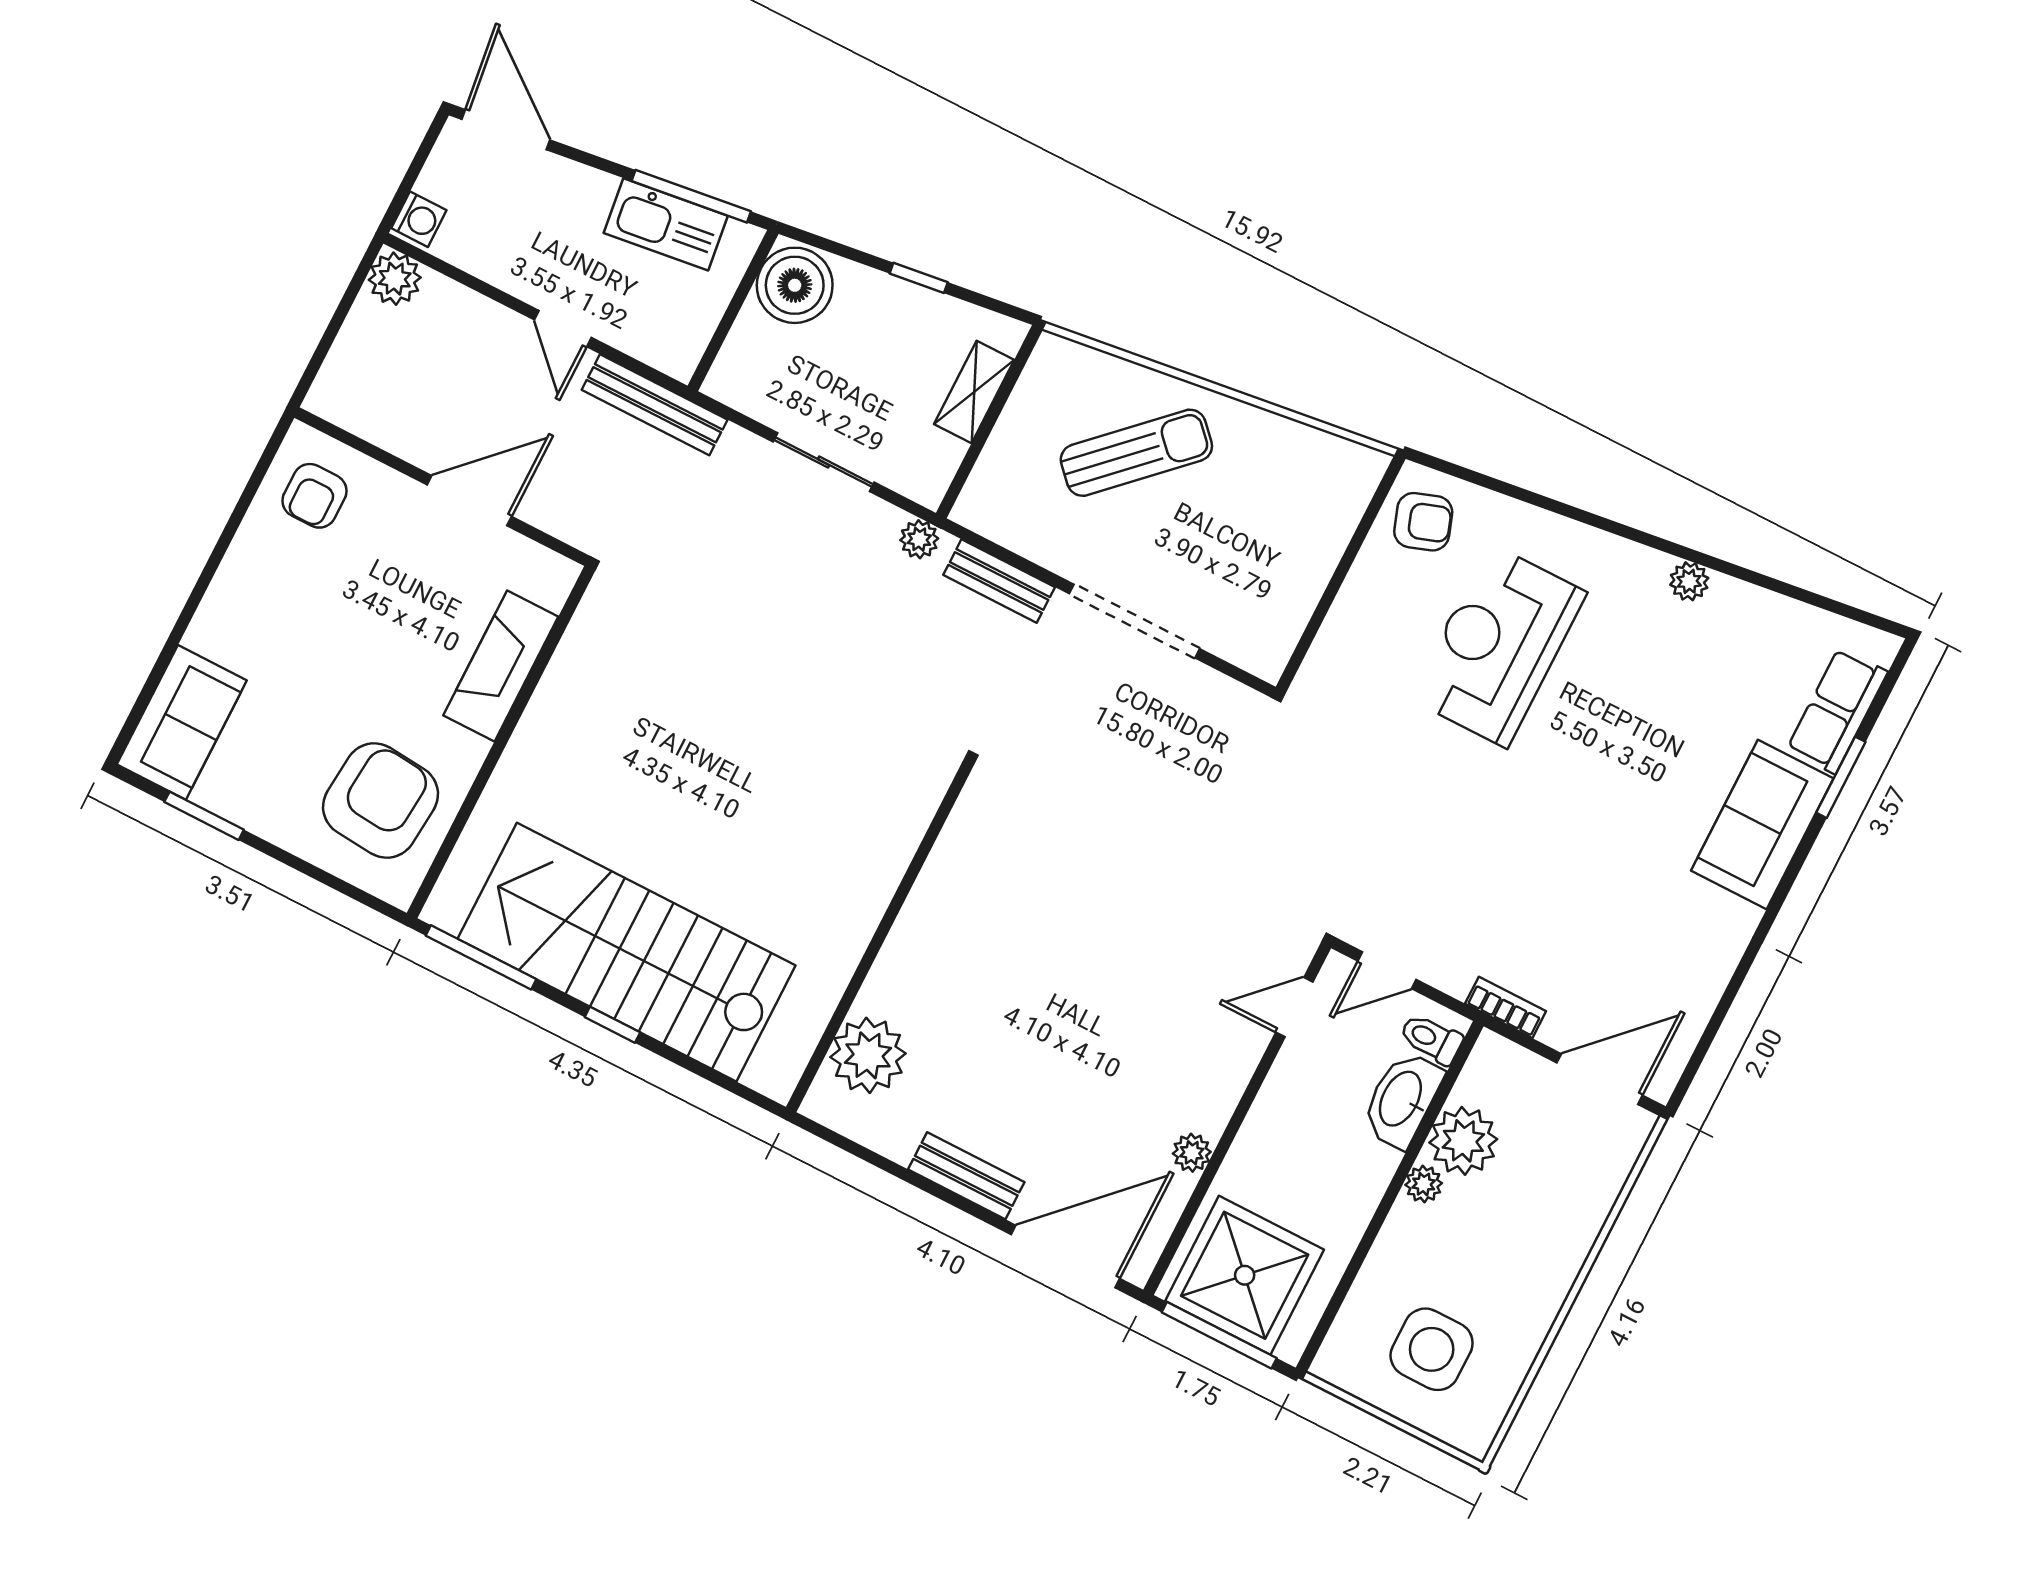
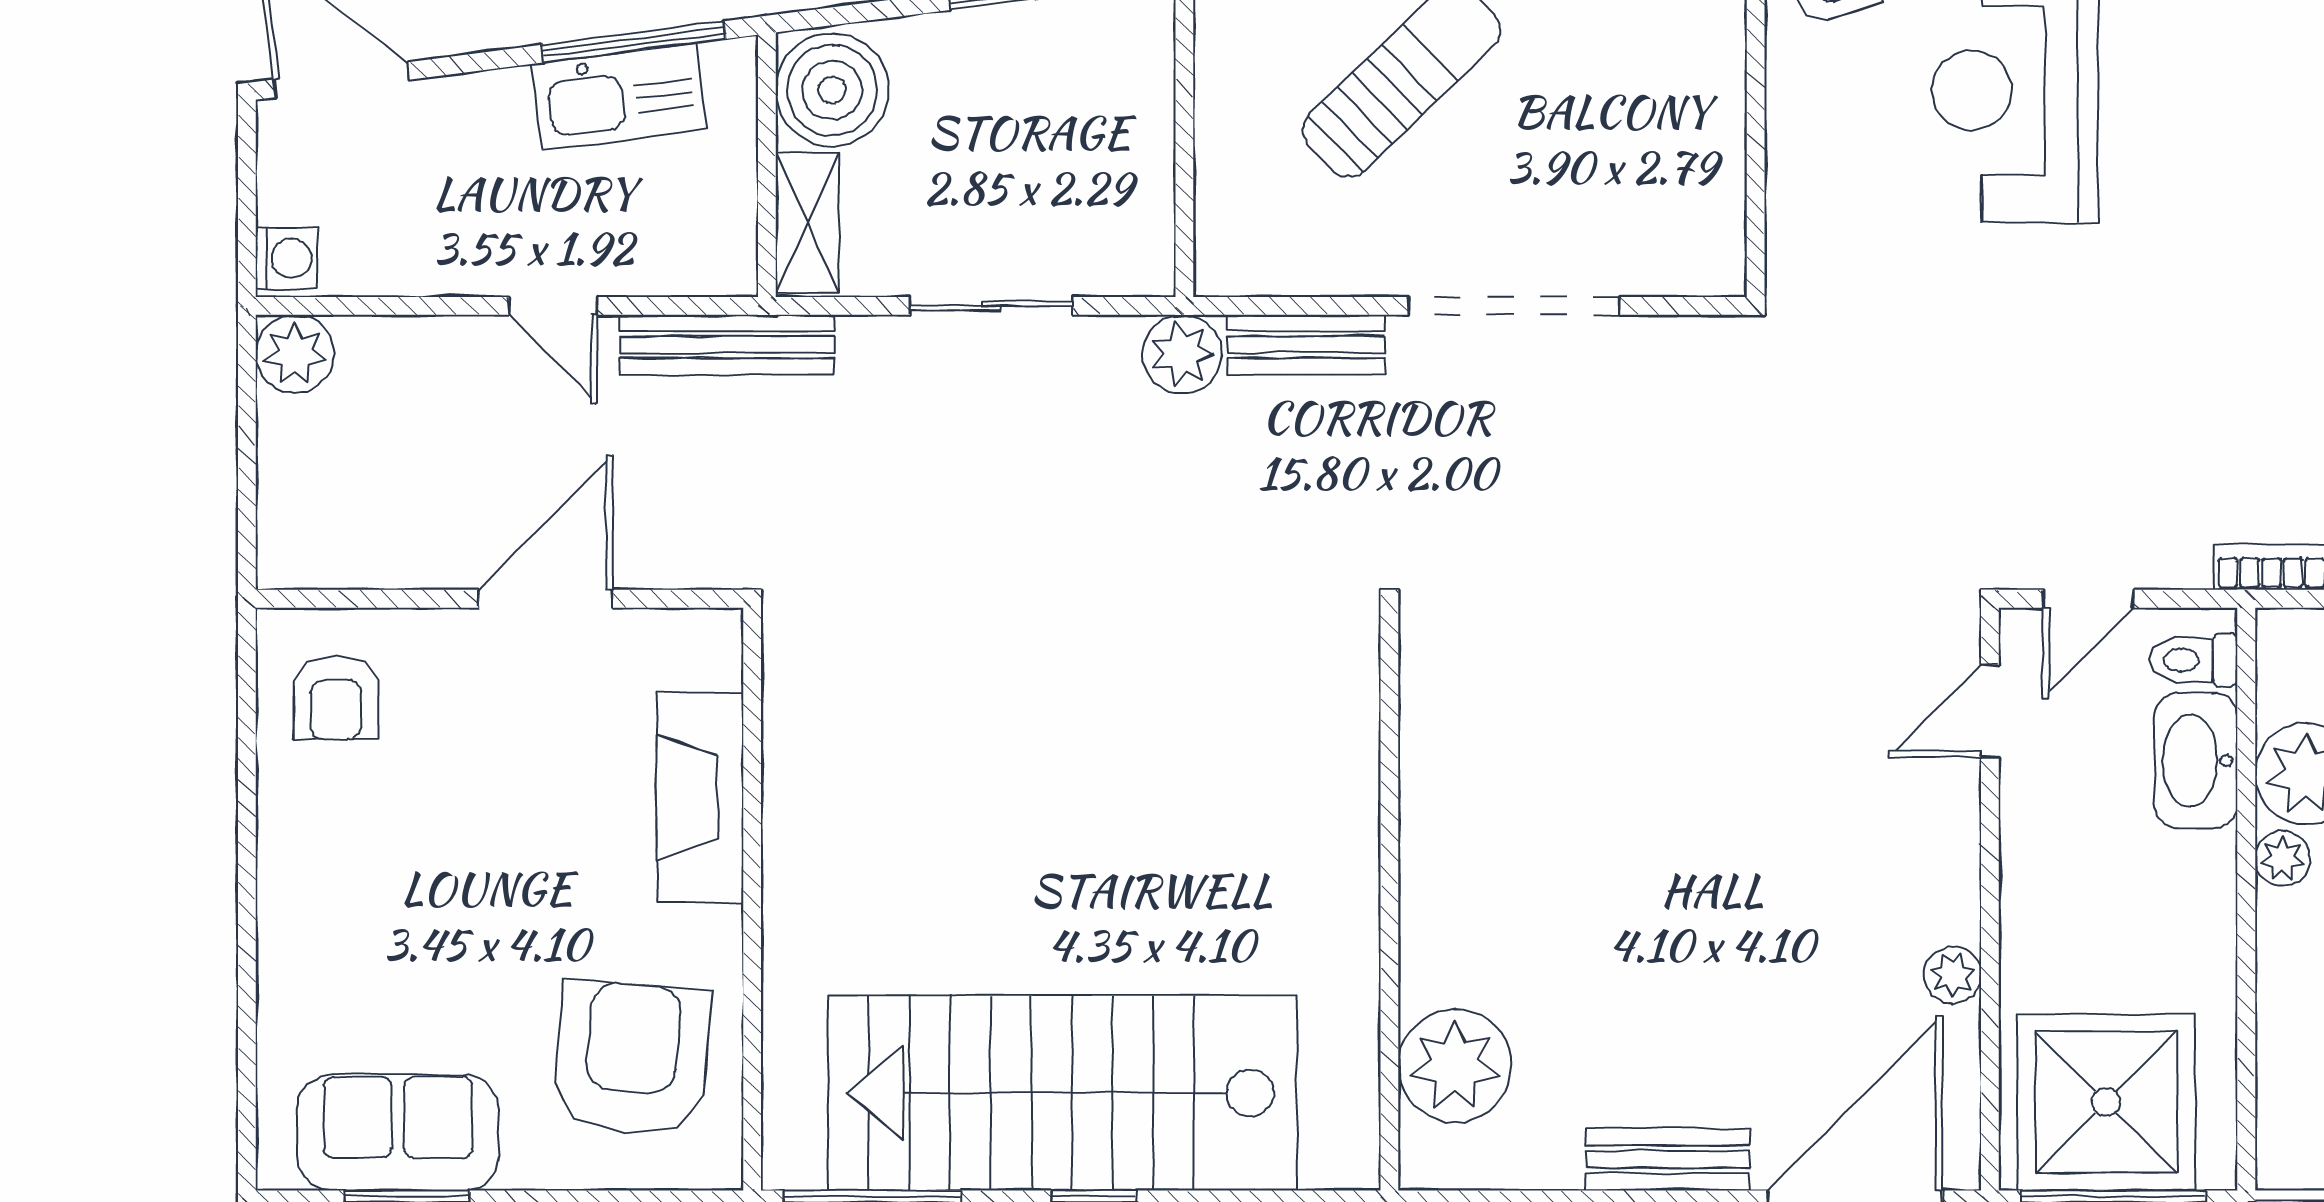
shelving: (974, 392) -> (807, 223), moved
plant: (919, 539) -> (1182, 354), width x1.38, depth x1.38
sofa: (182, 722) -> (398, 1132), moved, turned -90

